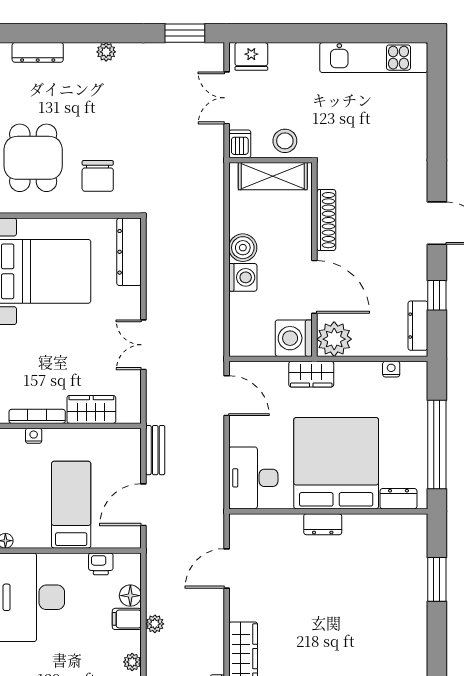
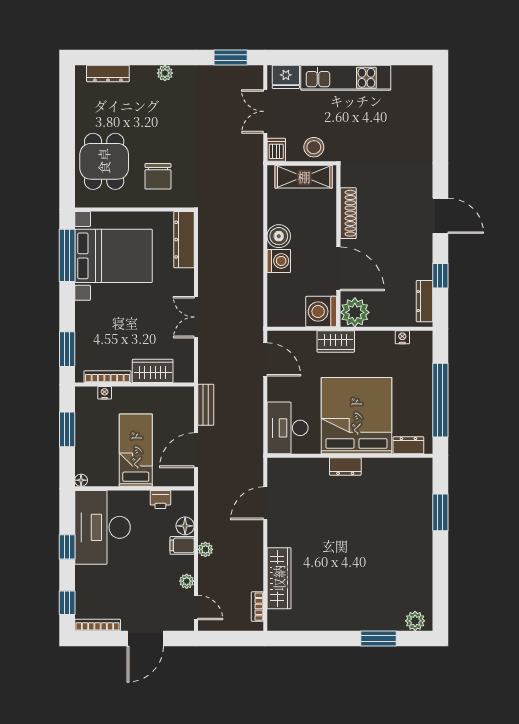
kitchen unit: (374, 58) -> (346, 78), moved

